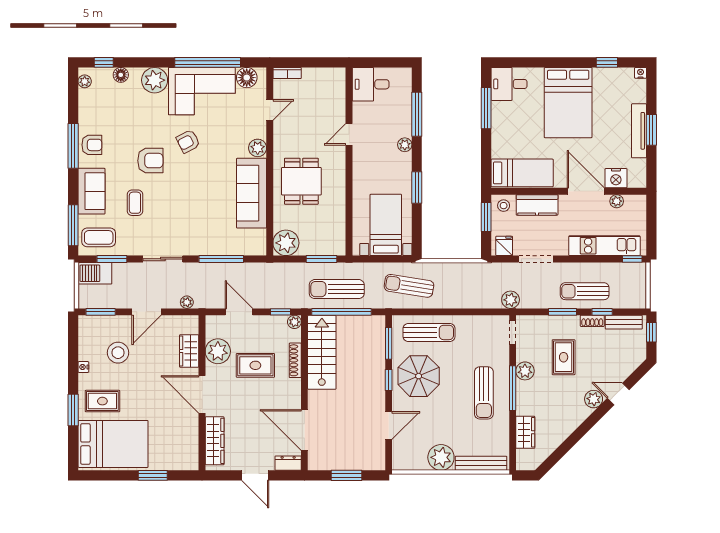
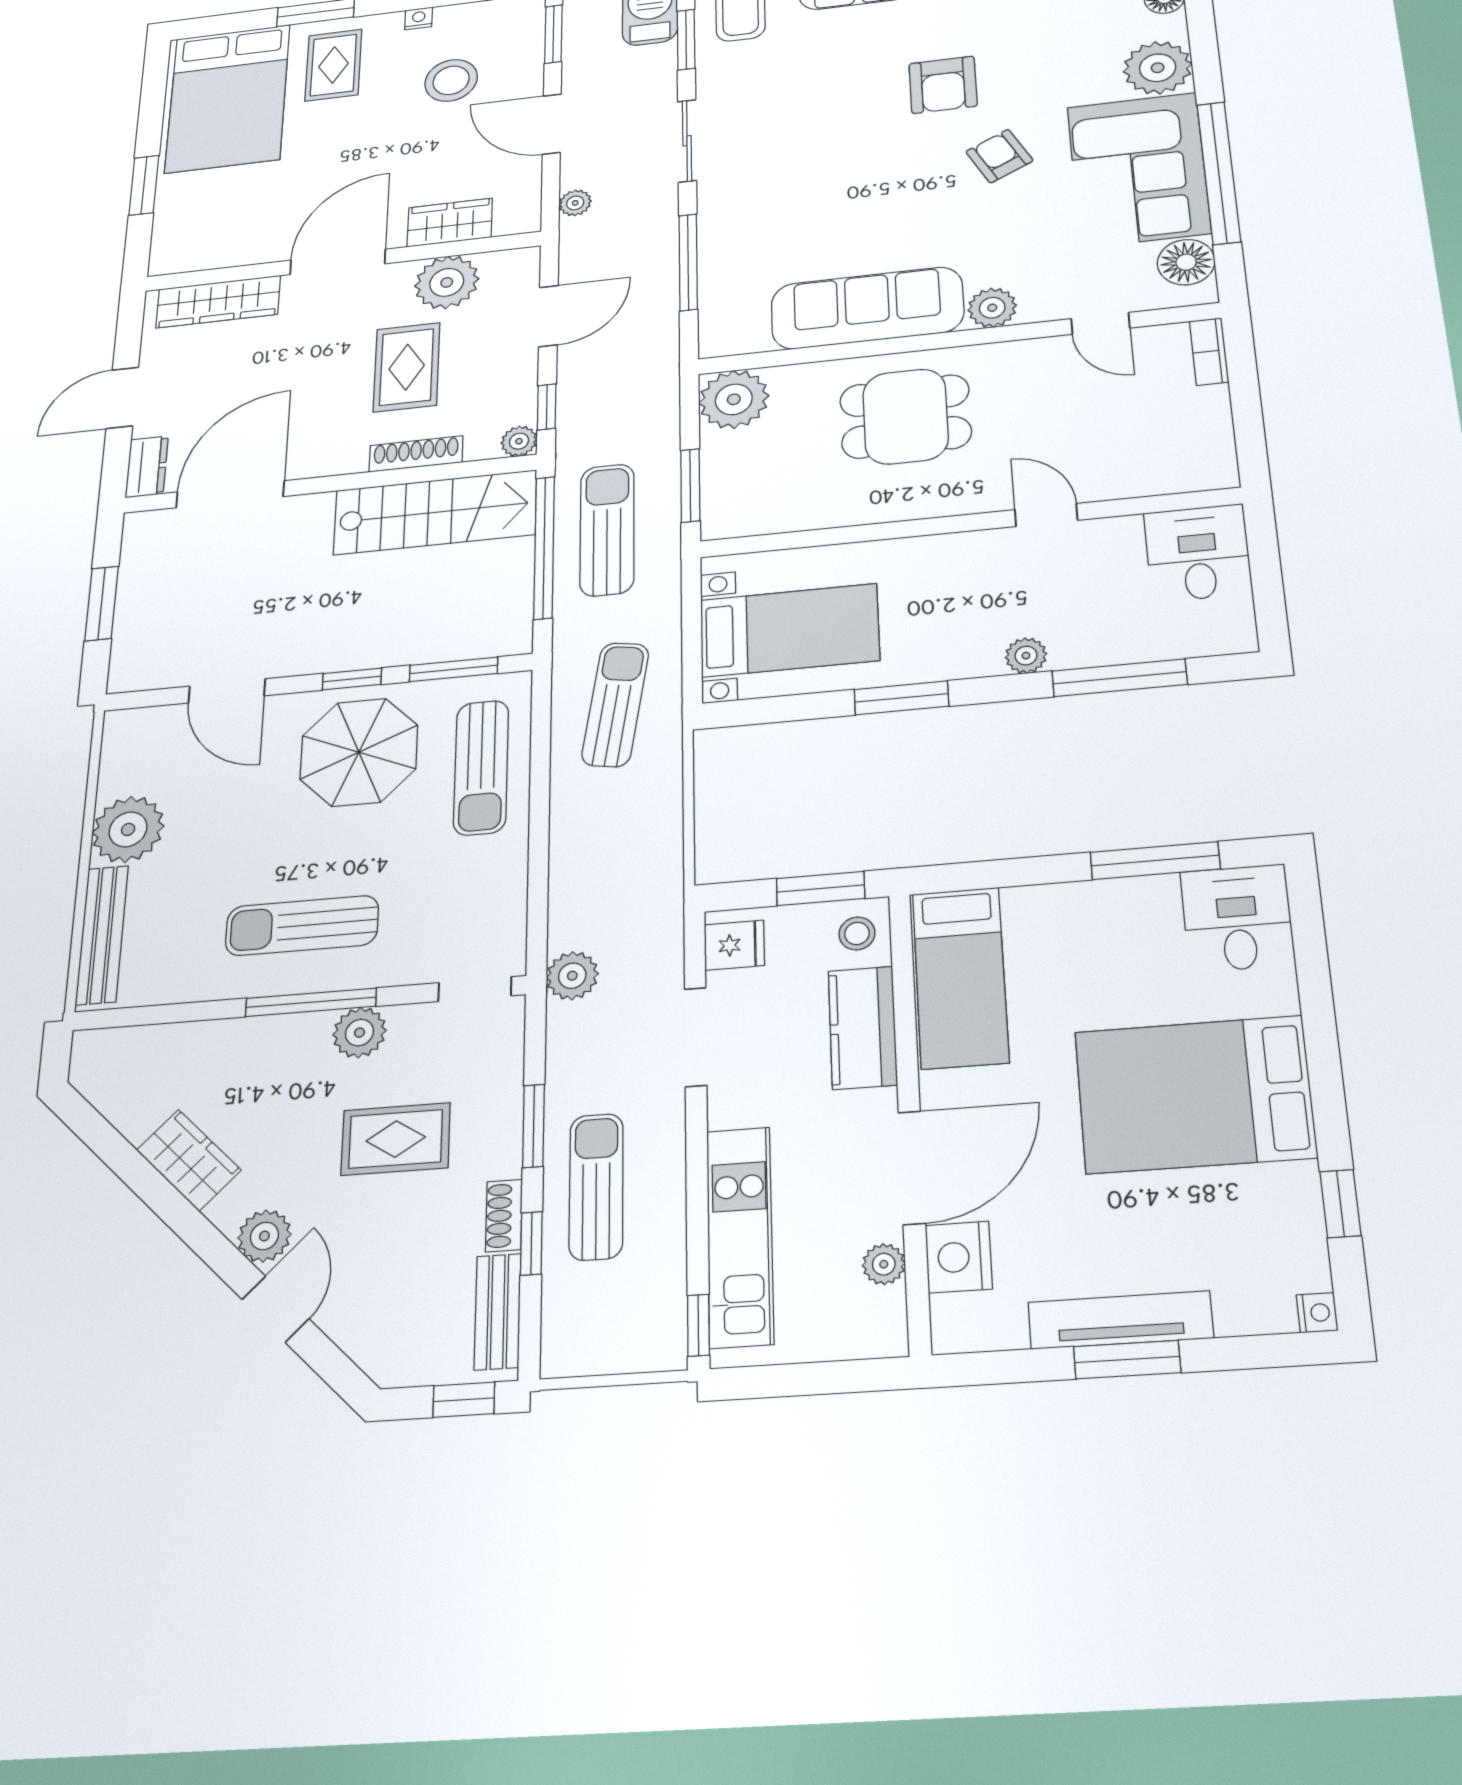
coffee table: (135, 203) -> (831, 67), removed
wardrobe: (525, 432) -> (189, 1160), moved, turned -135

